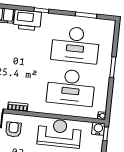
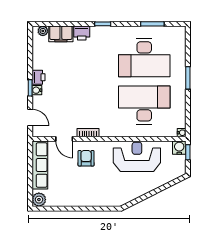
printer: (27, 20) -> (82, 33), width x0.53, depth x0.68
desk: (71, 87) -> (144, 105), turned 180

